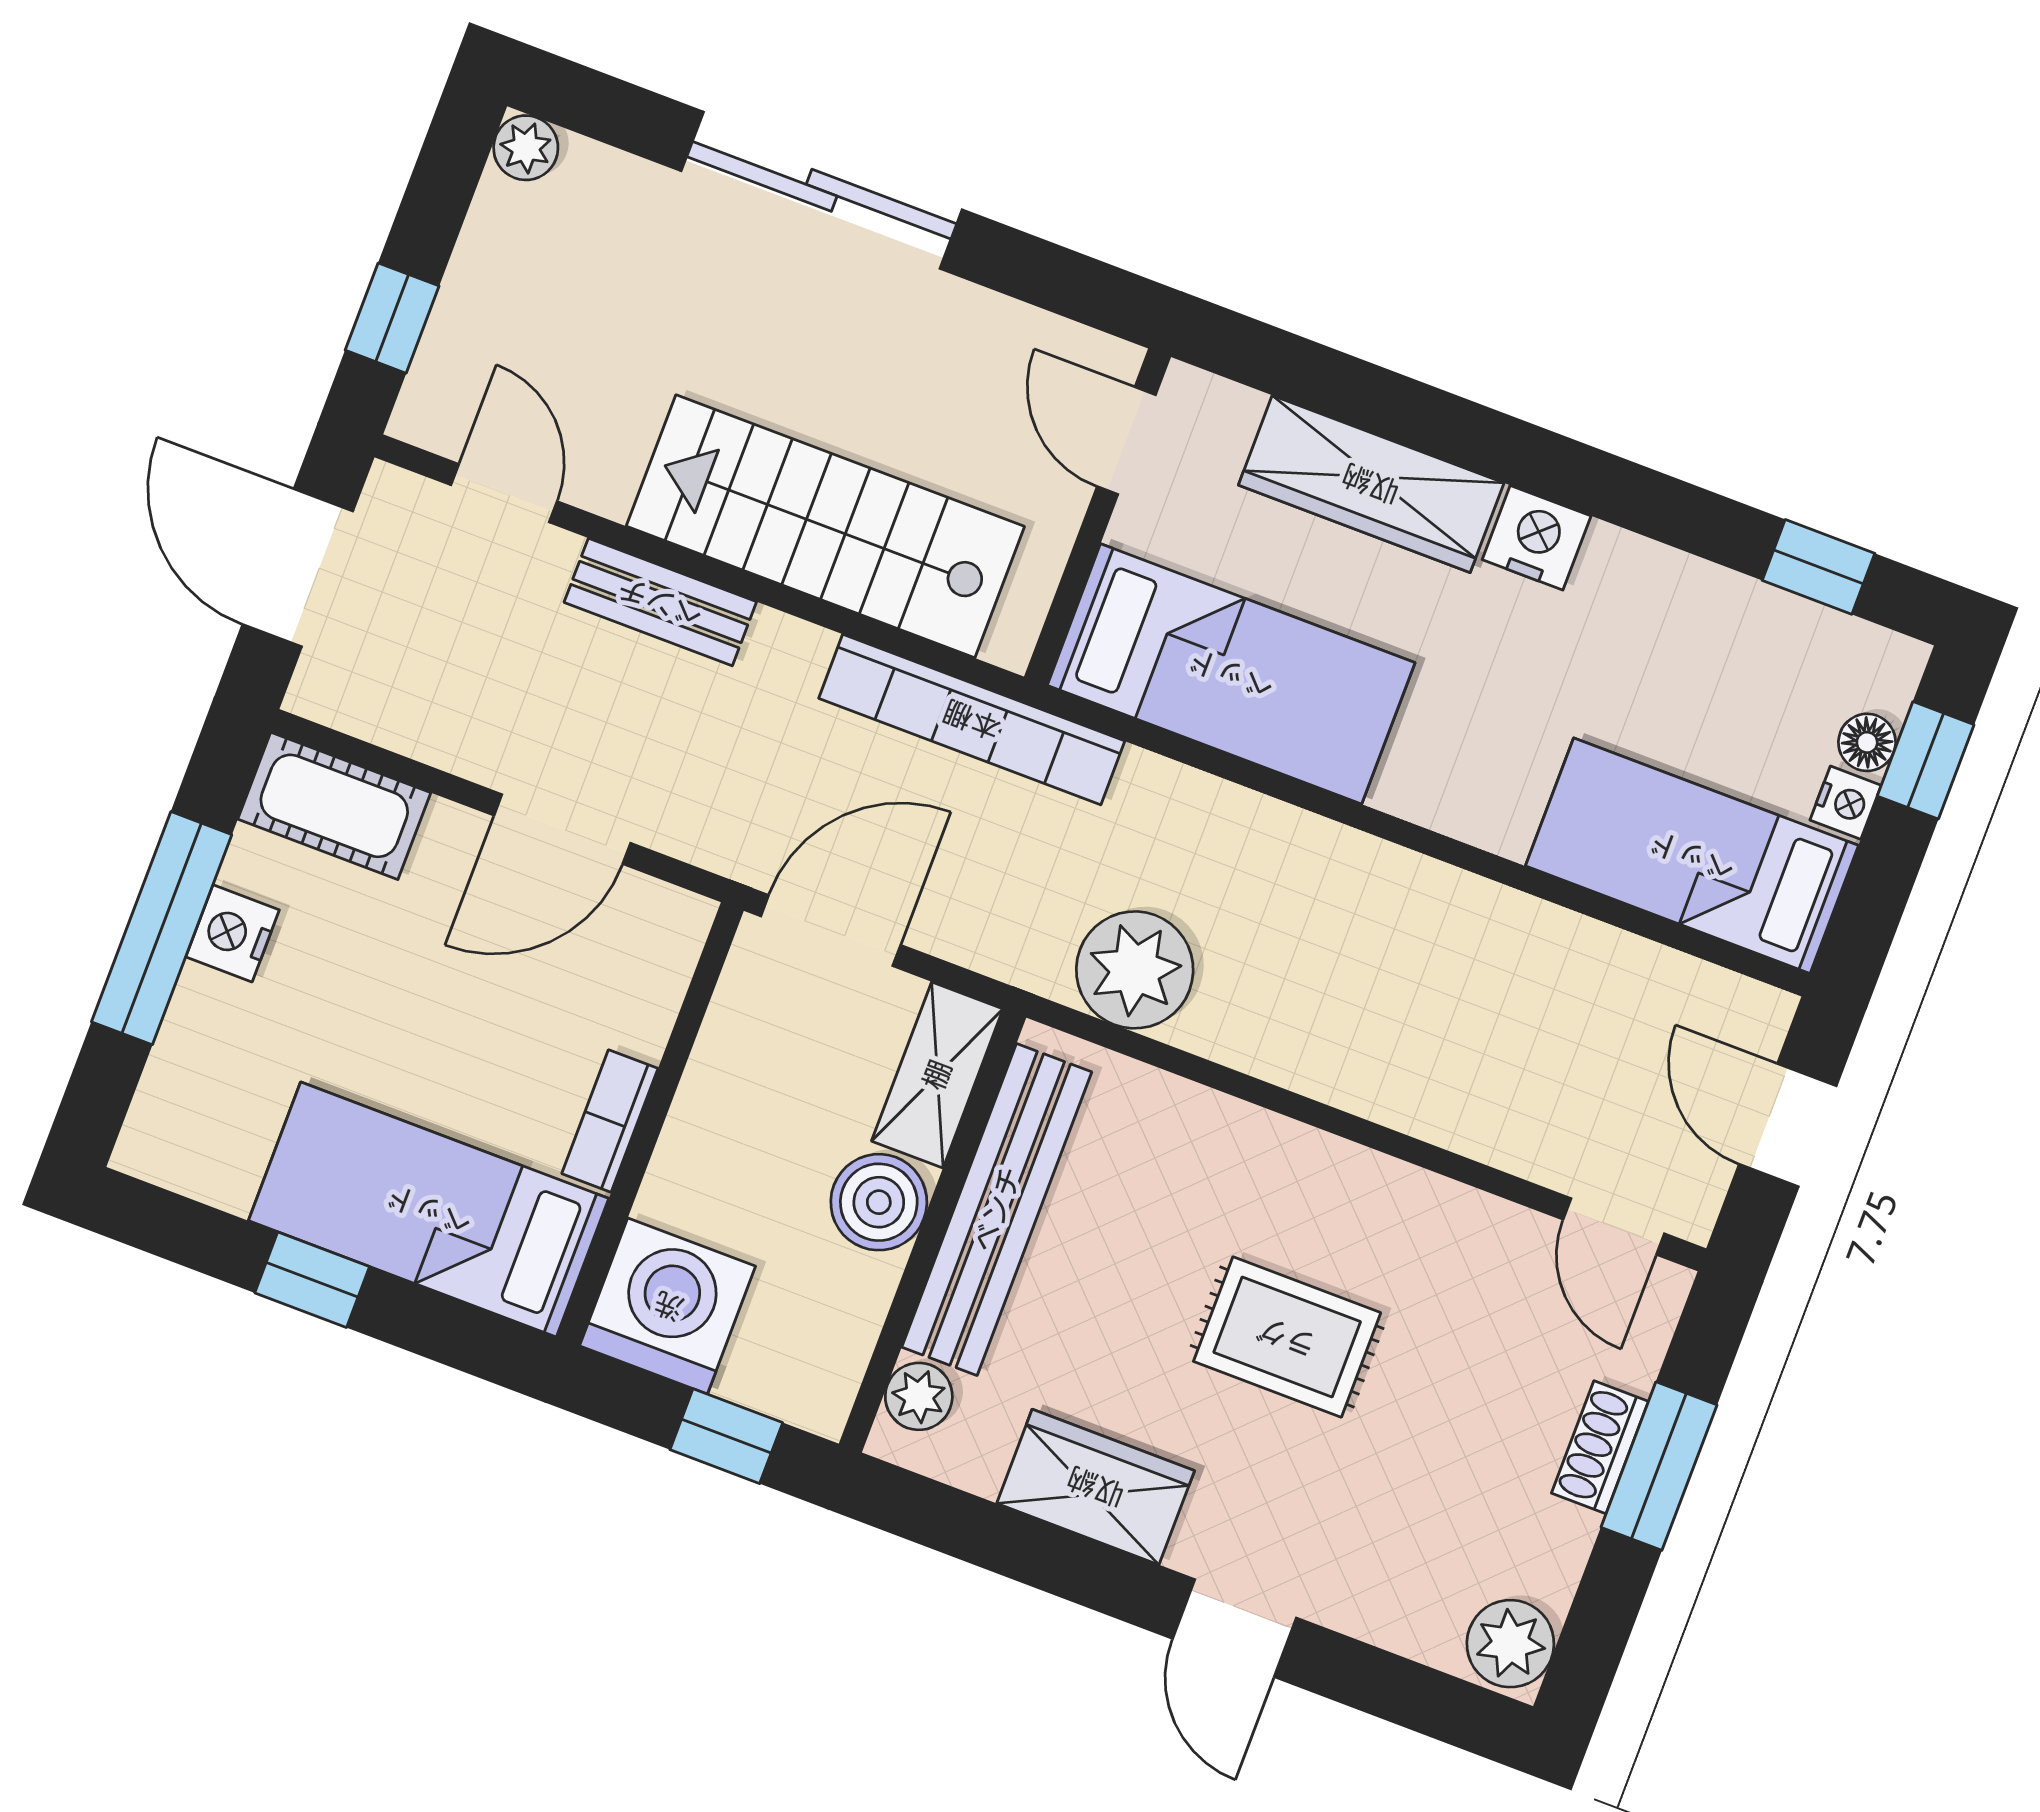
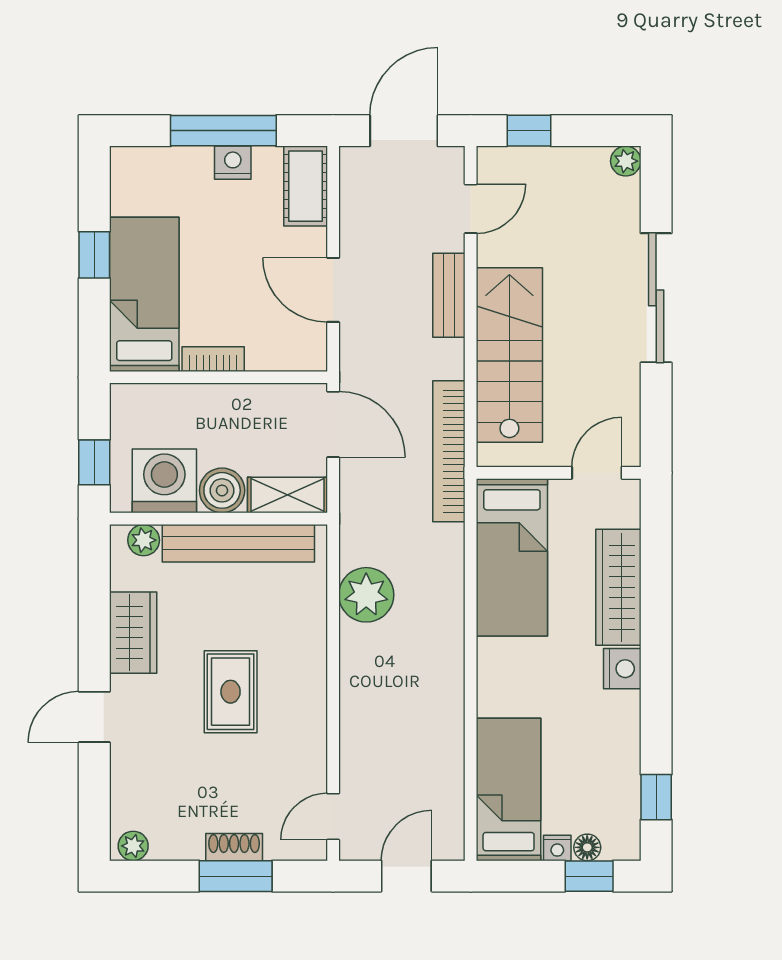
plant: (1135, 970) -> (366, 595), moved
washing machine: (668, 1306) -> (164, 481), moved, turned -90
plant: (1510, 1644) -> (133, 846), width x0.73, depth x0.73

